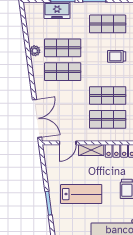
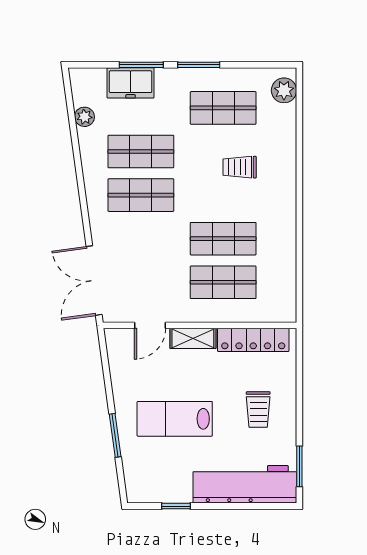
plant: (35, 51) -> (85, 117), moved
double door: (37, 118) -> (94, 281), swing flipped
lab bench: (81, 194) -> (175, 419), turned 180

